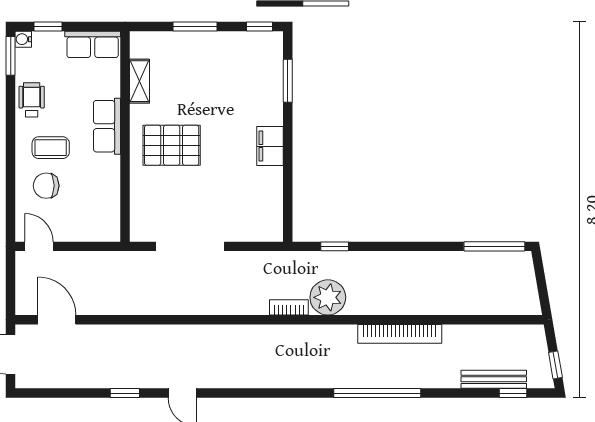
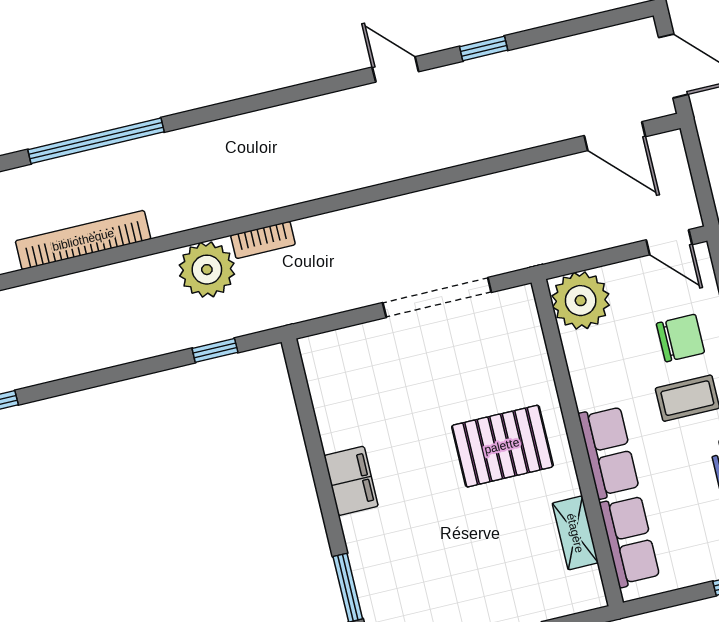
row of seats: (93, 44) -> (630, 541), moved, turned 90
plant: (102, 223) -> (581, 301), added

